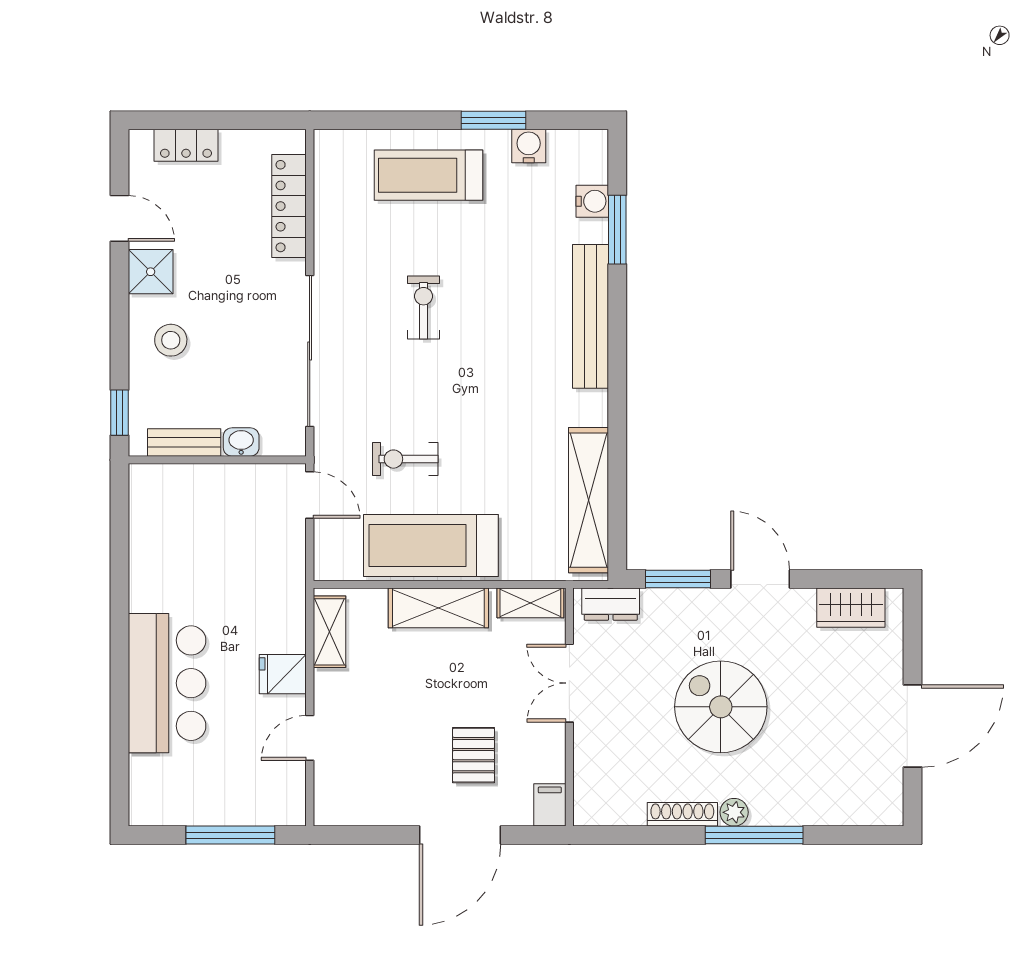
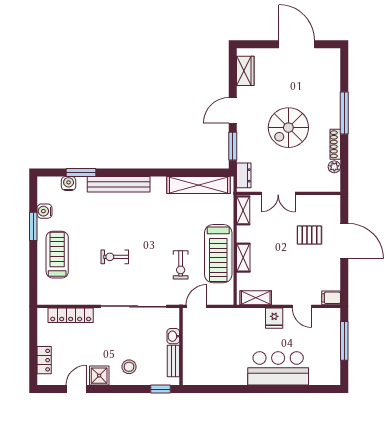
treadmill: (429, 175) -> (57, 255), turned 180
shelving: (438, 608) -> (243, 258), width x0.67, depth x0.75
filing cabinet: (550, 805) -> (331, 298), moved
plant: (734, 812) -> (334, 167), moved

